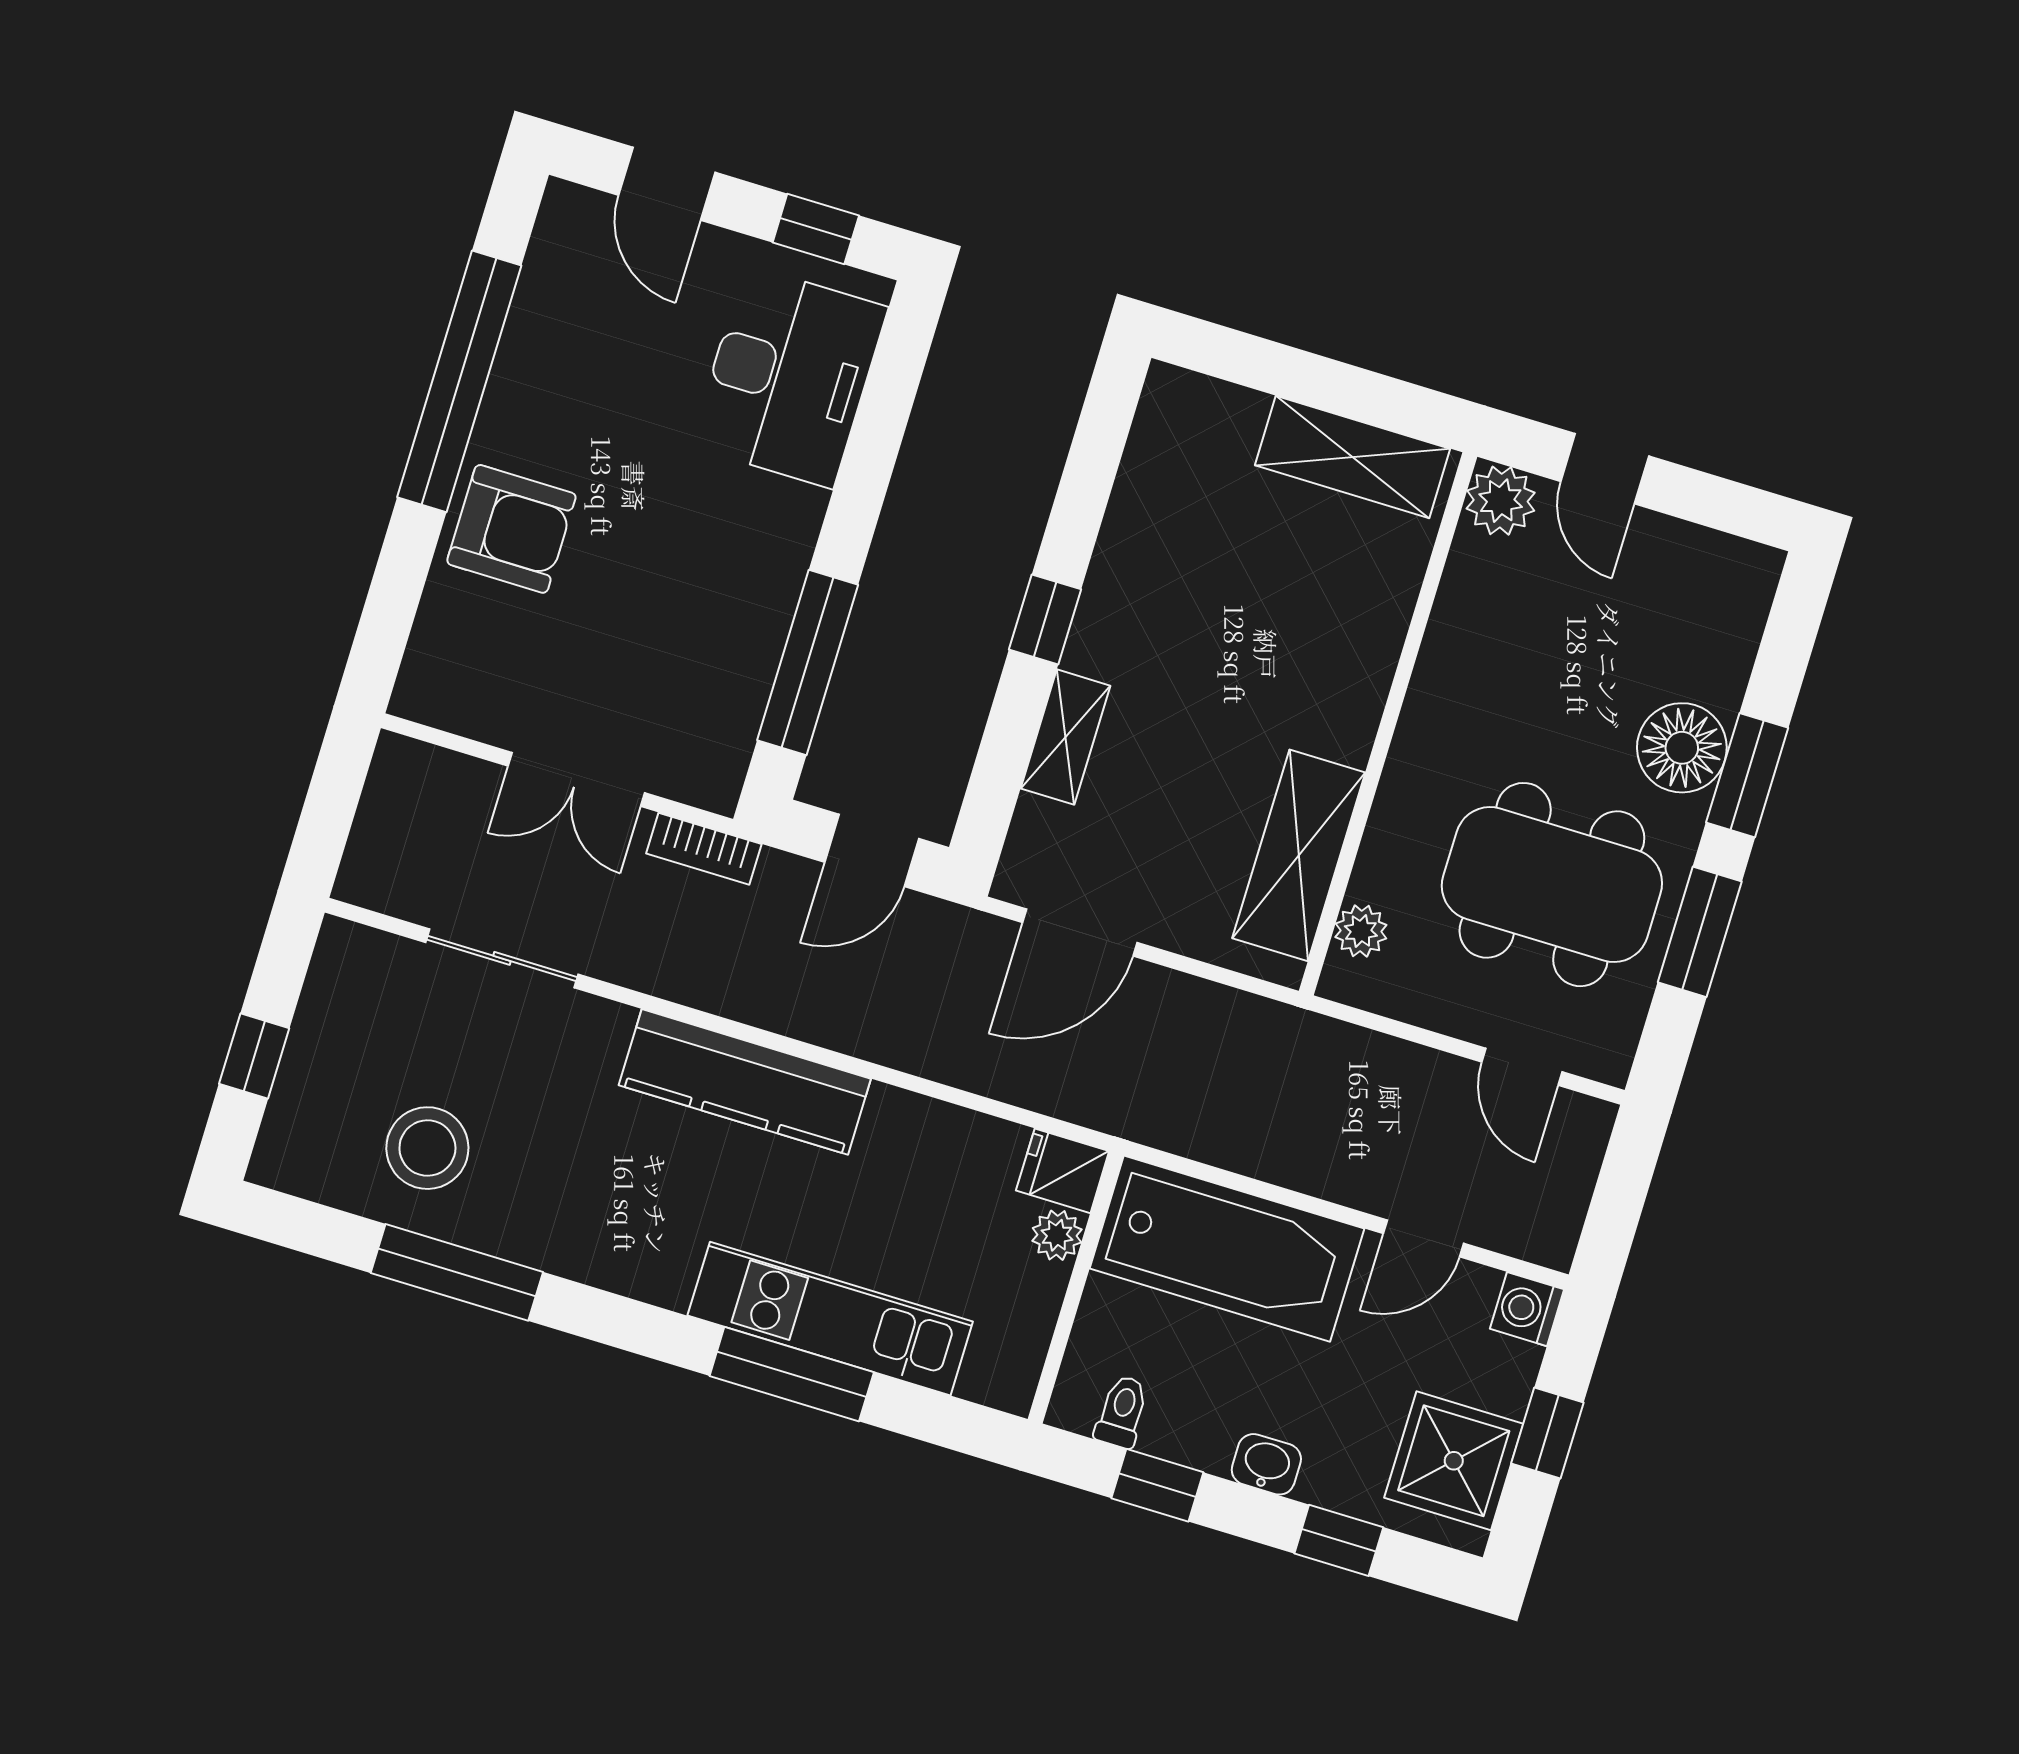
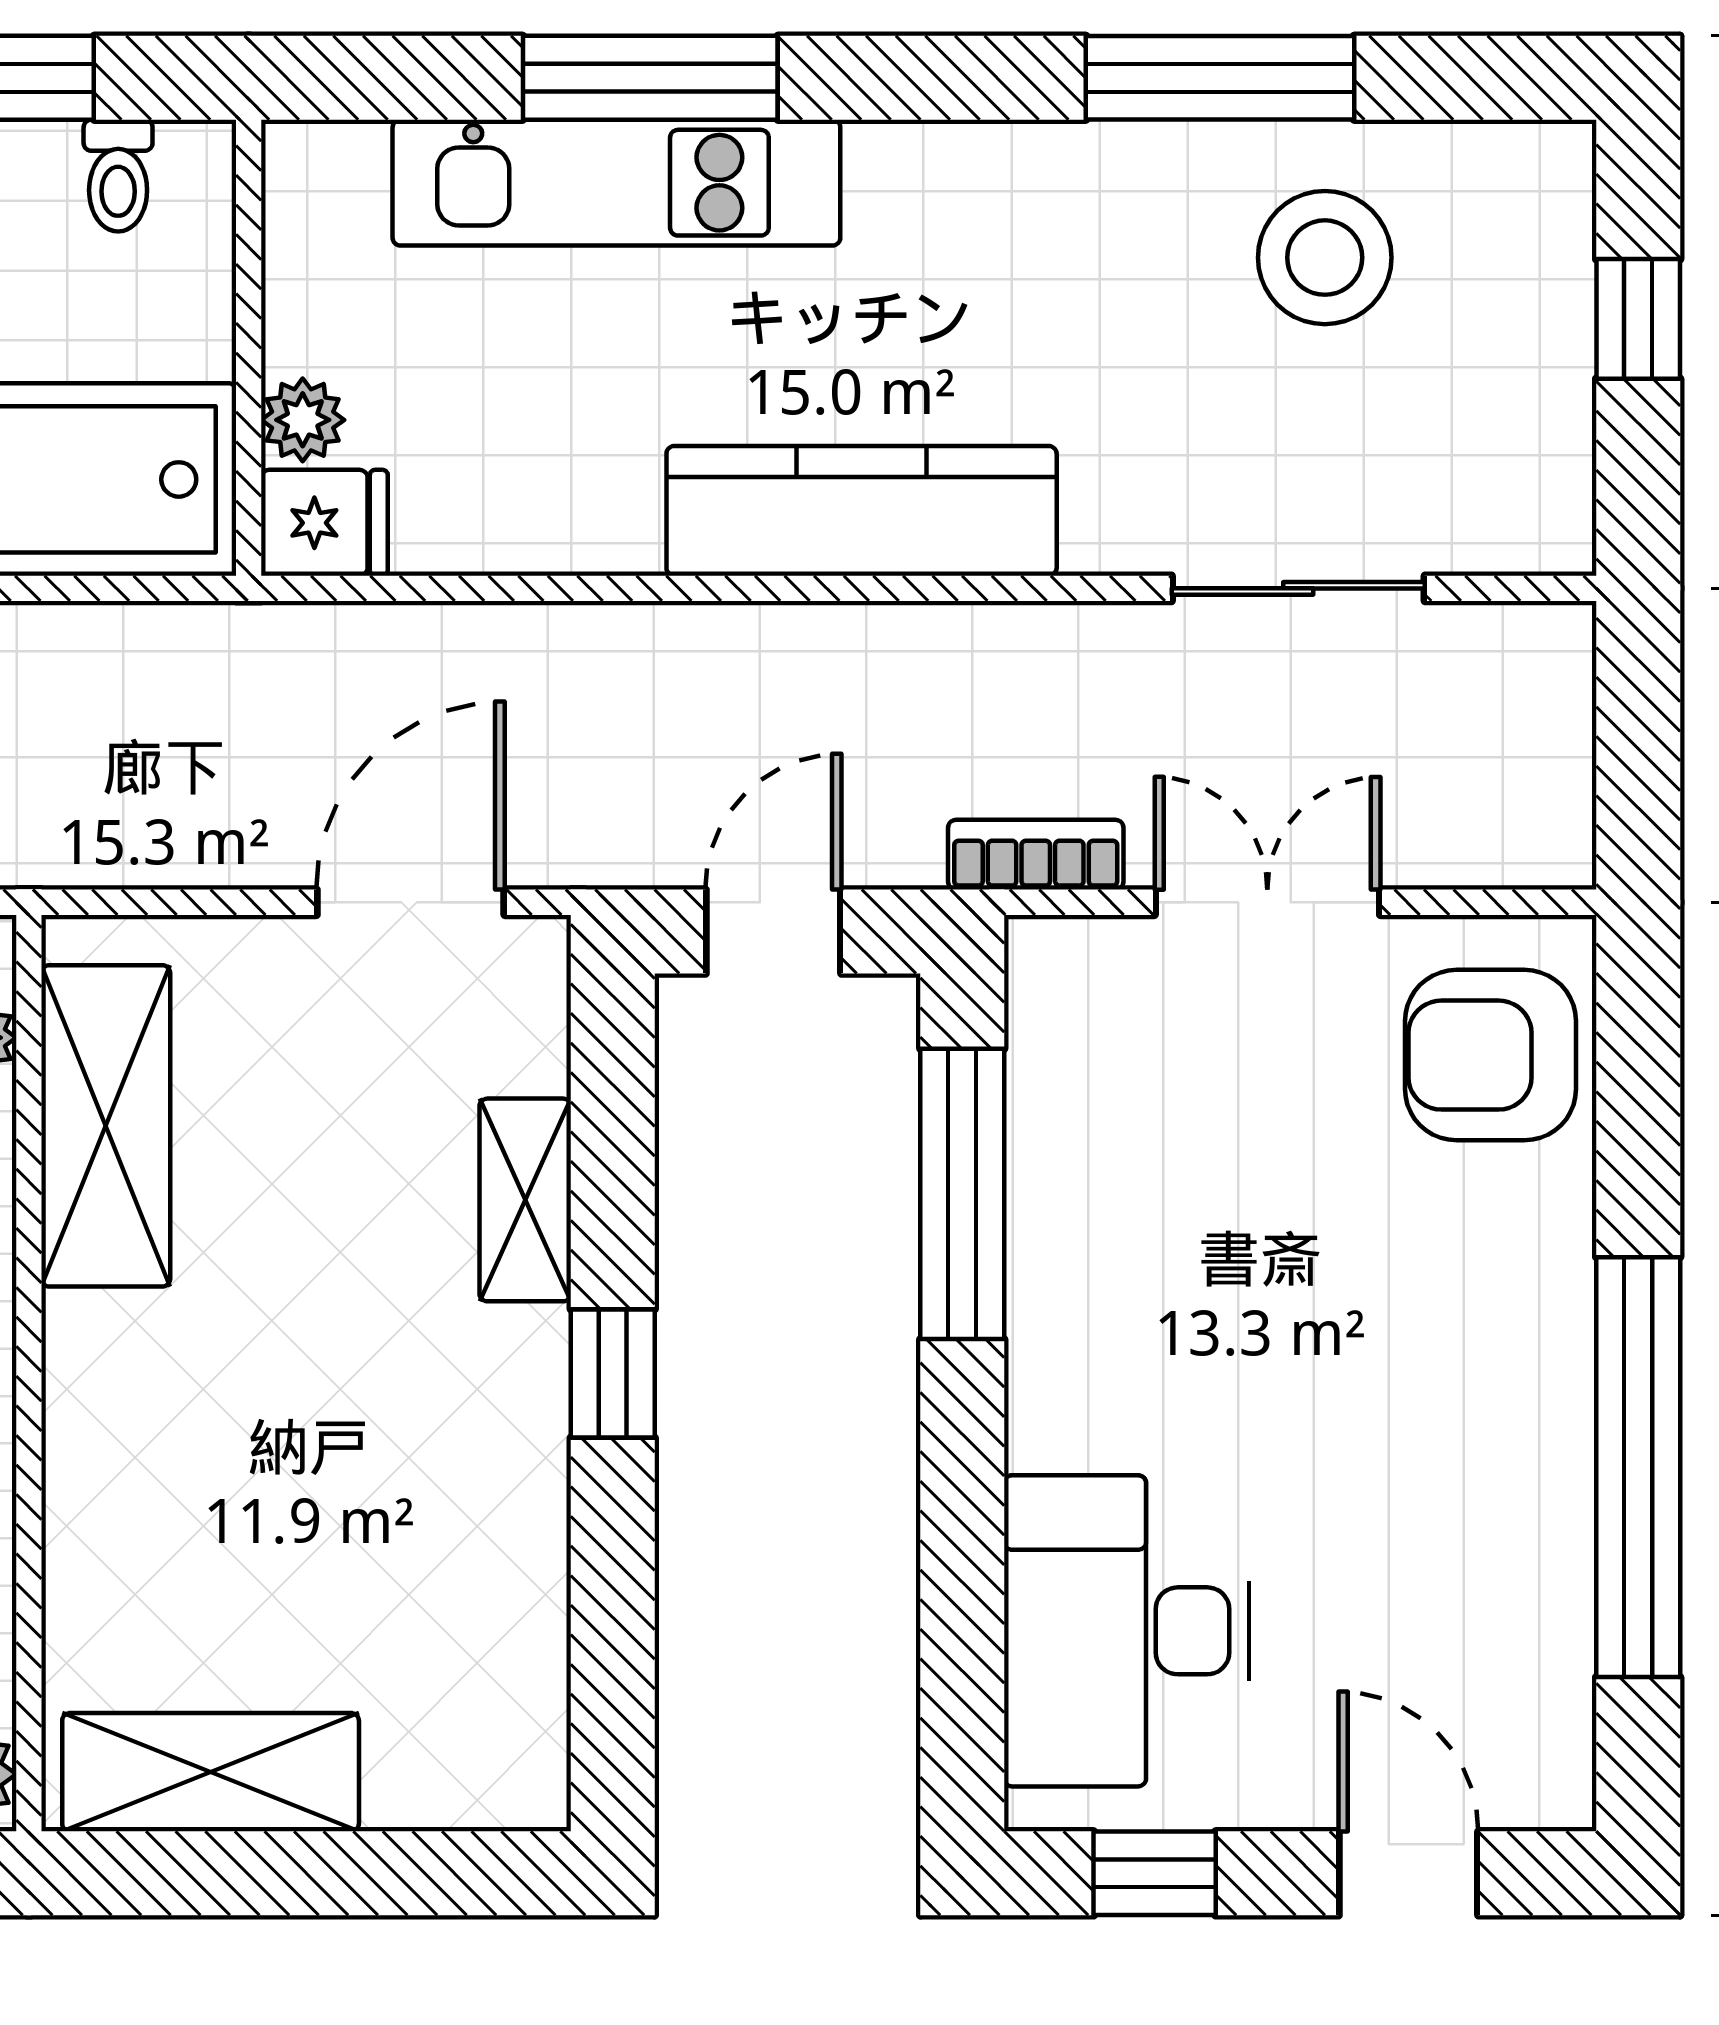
armchair: (511, 529) -> (1490, 1055), moved

